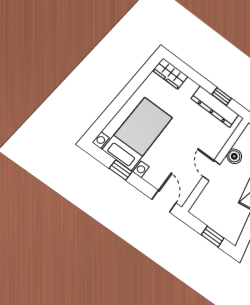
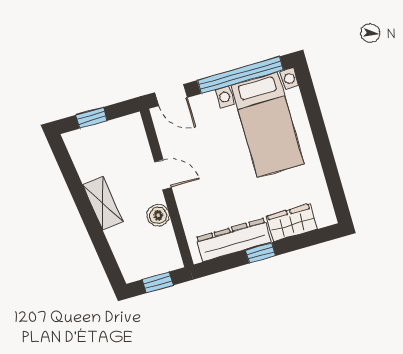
wardrobe: (170, 73) -> (292, 223), moved
window: (222, 96) -> (260, 253), moved
window: (121, 170) -> (240, 75), width x3.17

